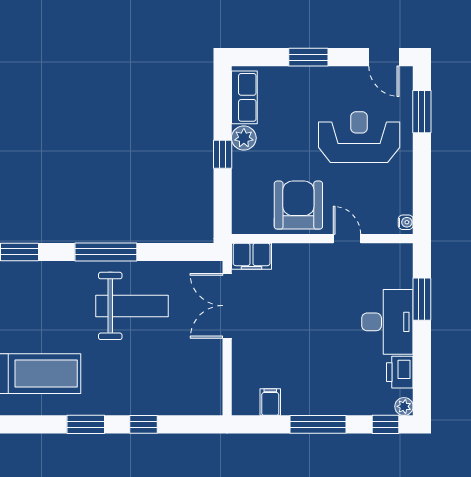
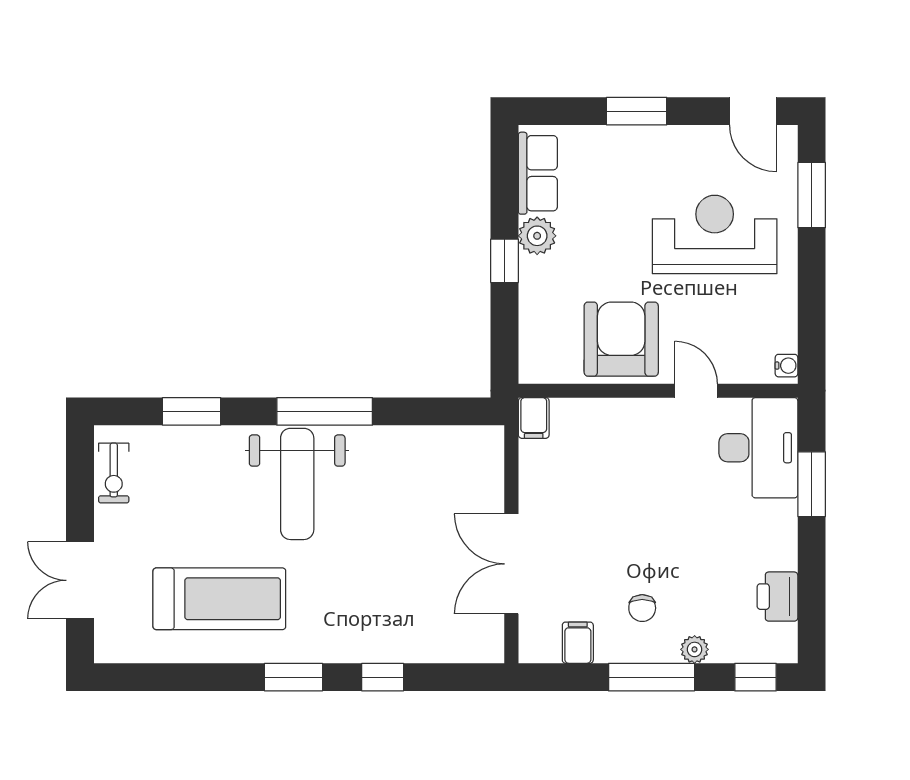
filing cabinet: (252, 256) -> (534, 418), width x0.50
weight bench: (132, 306) -> (297, 484), moved, turned 90
double door: (227, 306) -> (511, 564), moved
desk: (387, 322) -> (758, 448), moved
chair: (312, 380) -> (642, 608), added
plant: (404, 406) -> (695, 649), moved

